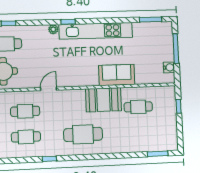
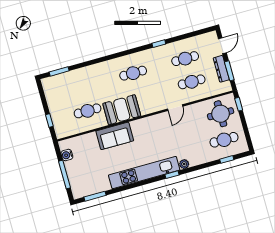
cafe table: (83, 134) -> (133, 73), width x0.73, depth x0.74

